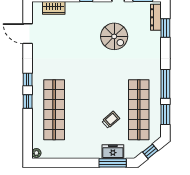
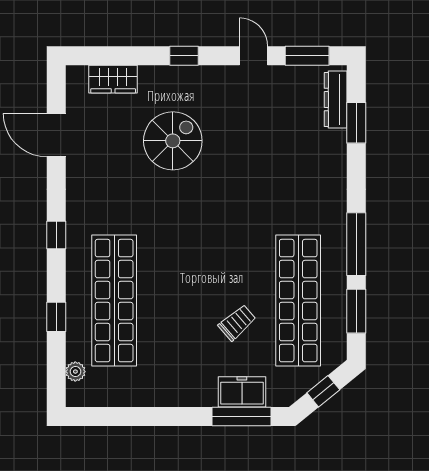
spiral stairs: (114, 36) -> (173, 141), moved, turned -90
window: (28, 102) -> (56, 317), moved
plant: (36, 153) -> (75, 372), moved

